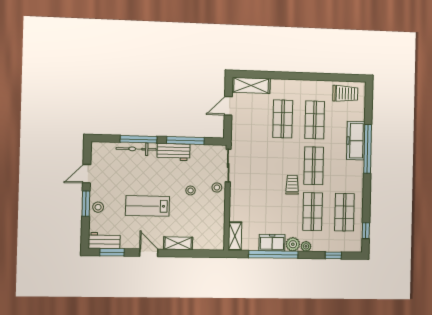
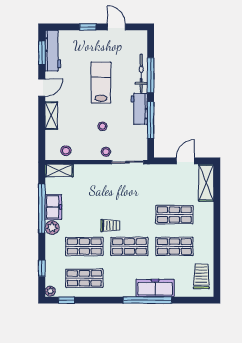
trolley: (345, 94) -> (201, 276), turned 180
door: (228, 106) -> (185, 161), hinge flipped
window: (86, 204) -> (88, 27), width x0.67
lab bench: (147, 206) -> (101, 83), moved
stool: (98, 207) -> (66, 151), moved
workbench: (104, 241) -> (53, 51), width x1.38
plant: (306, 246) -> (50, 291), moved

